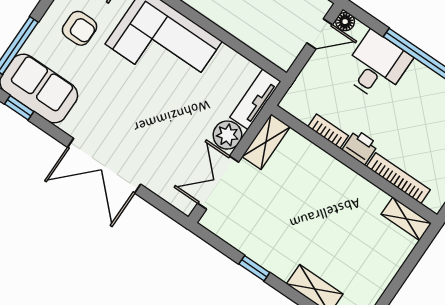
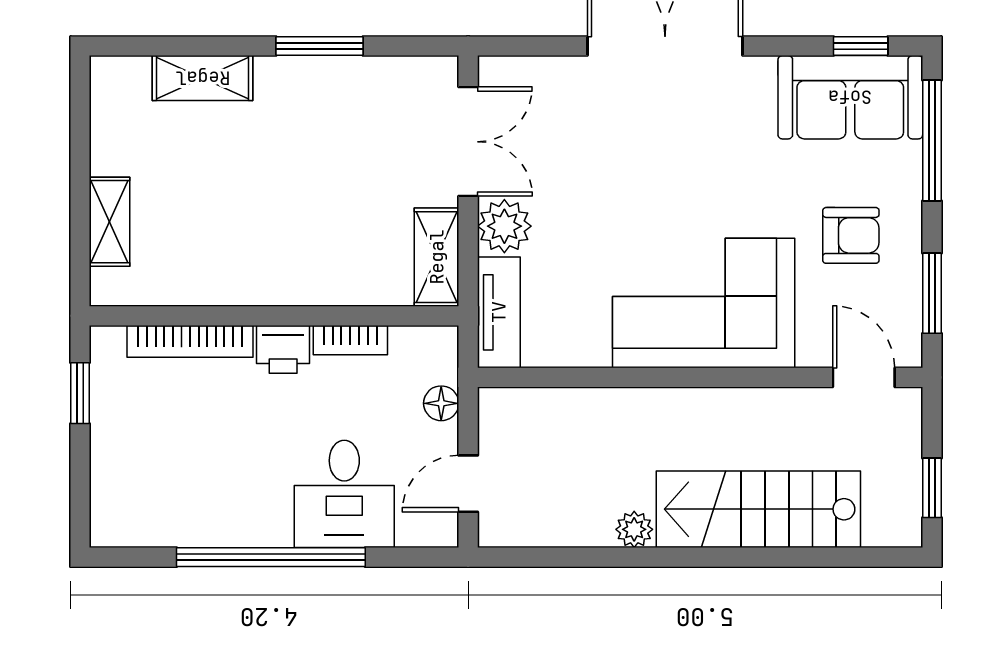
floor lamp: (345, 22) -> (441, 403), moved
armchair: (79, 28) -> (851, 235), turned 180
shelving: (406, 219) -> (110, 222), moved, turned 90
window: (254, 268) -> (320, 46), width x1.50

